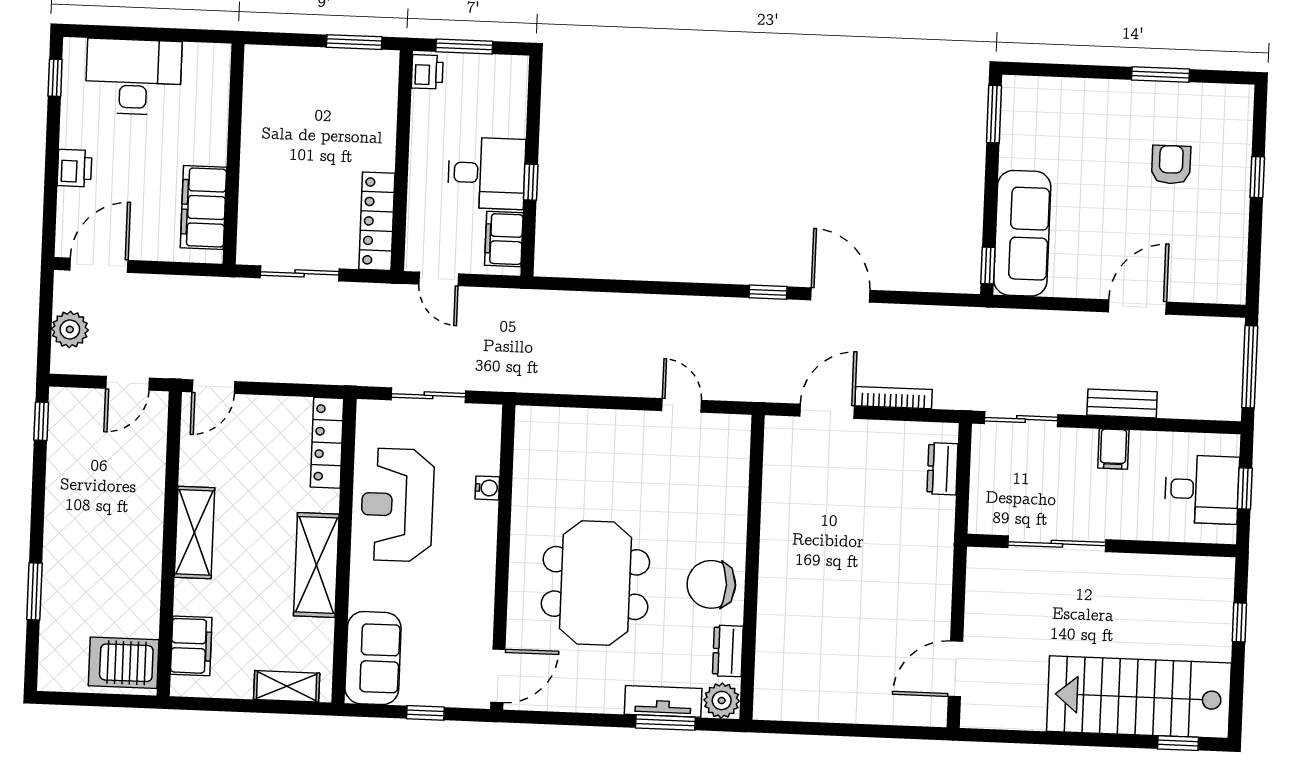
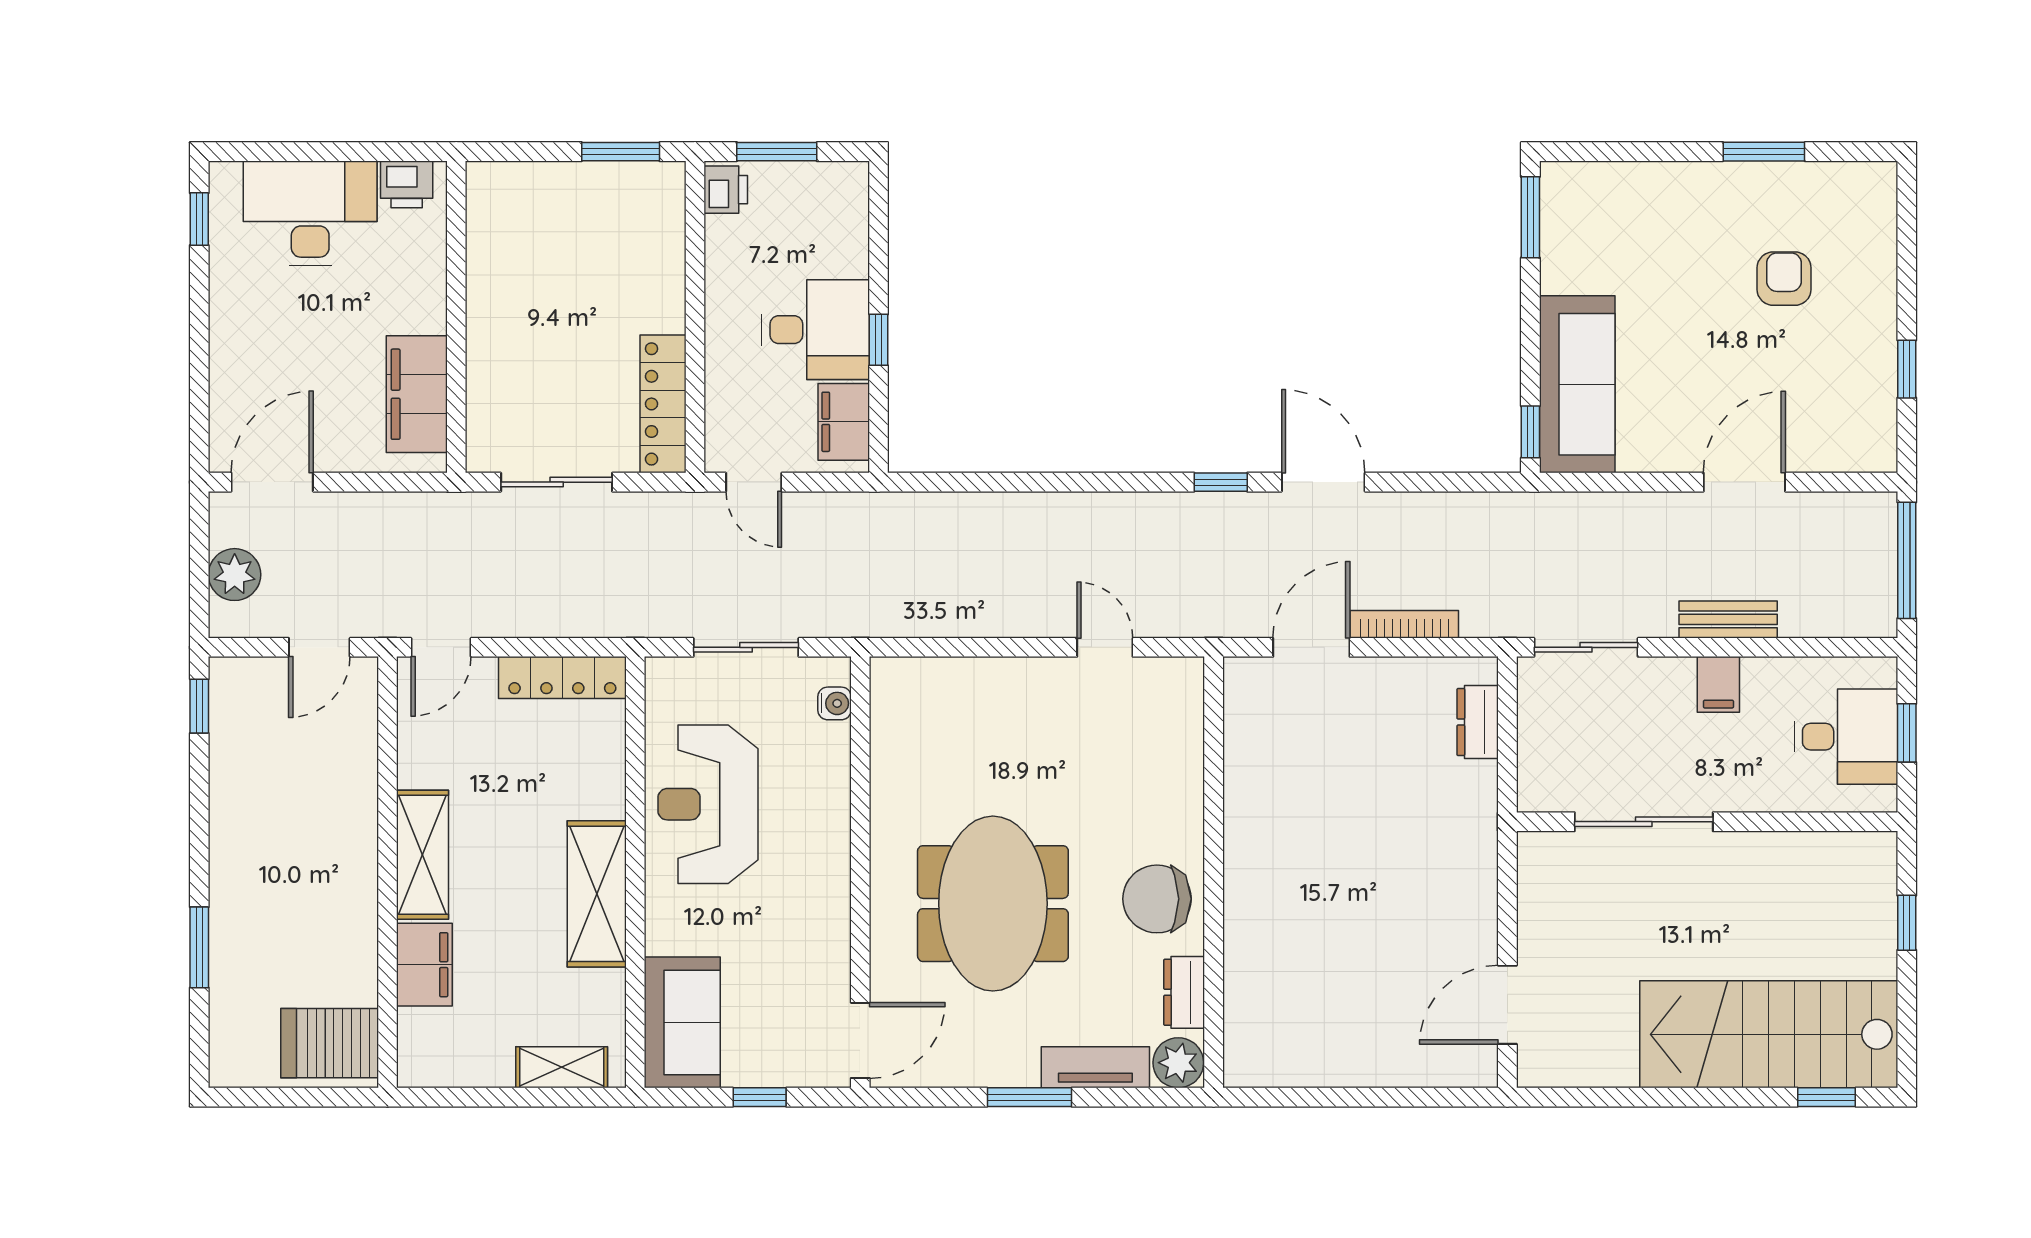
printer: (75, 168) -> (407, 184), moved, turned 90
window: (1257, 177) -> (1907, 369), moved
locker: (327, 443) -> (562, 678), moved, turned -90
water cooler: (487, 488) -> (834, 703), moved
filing cabinet: (191, 646) -> (424, 965), moved
window: (665, 723) -> (1029, 1097), moved

